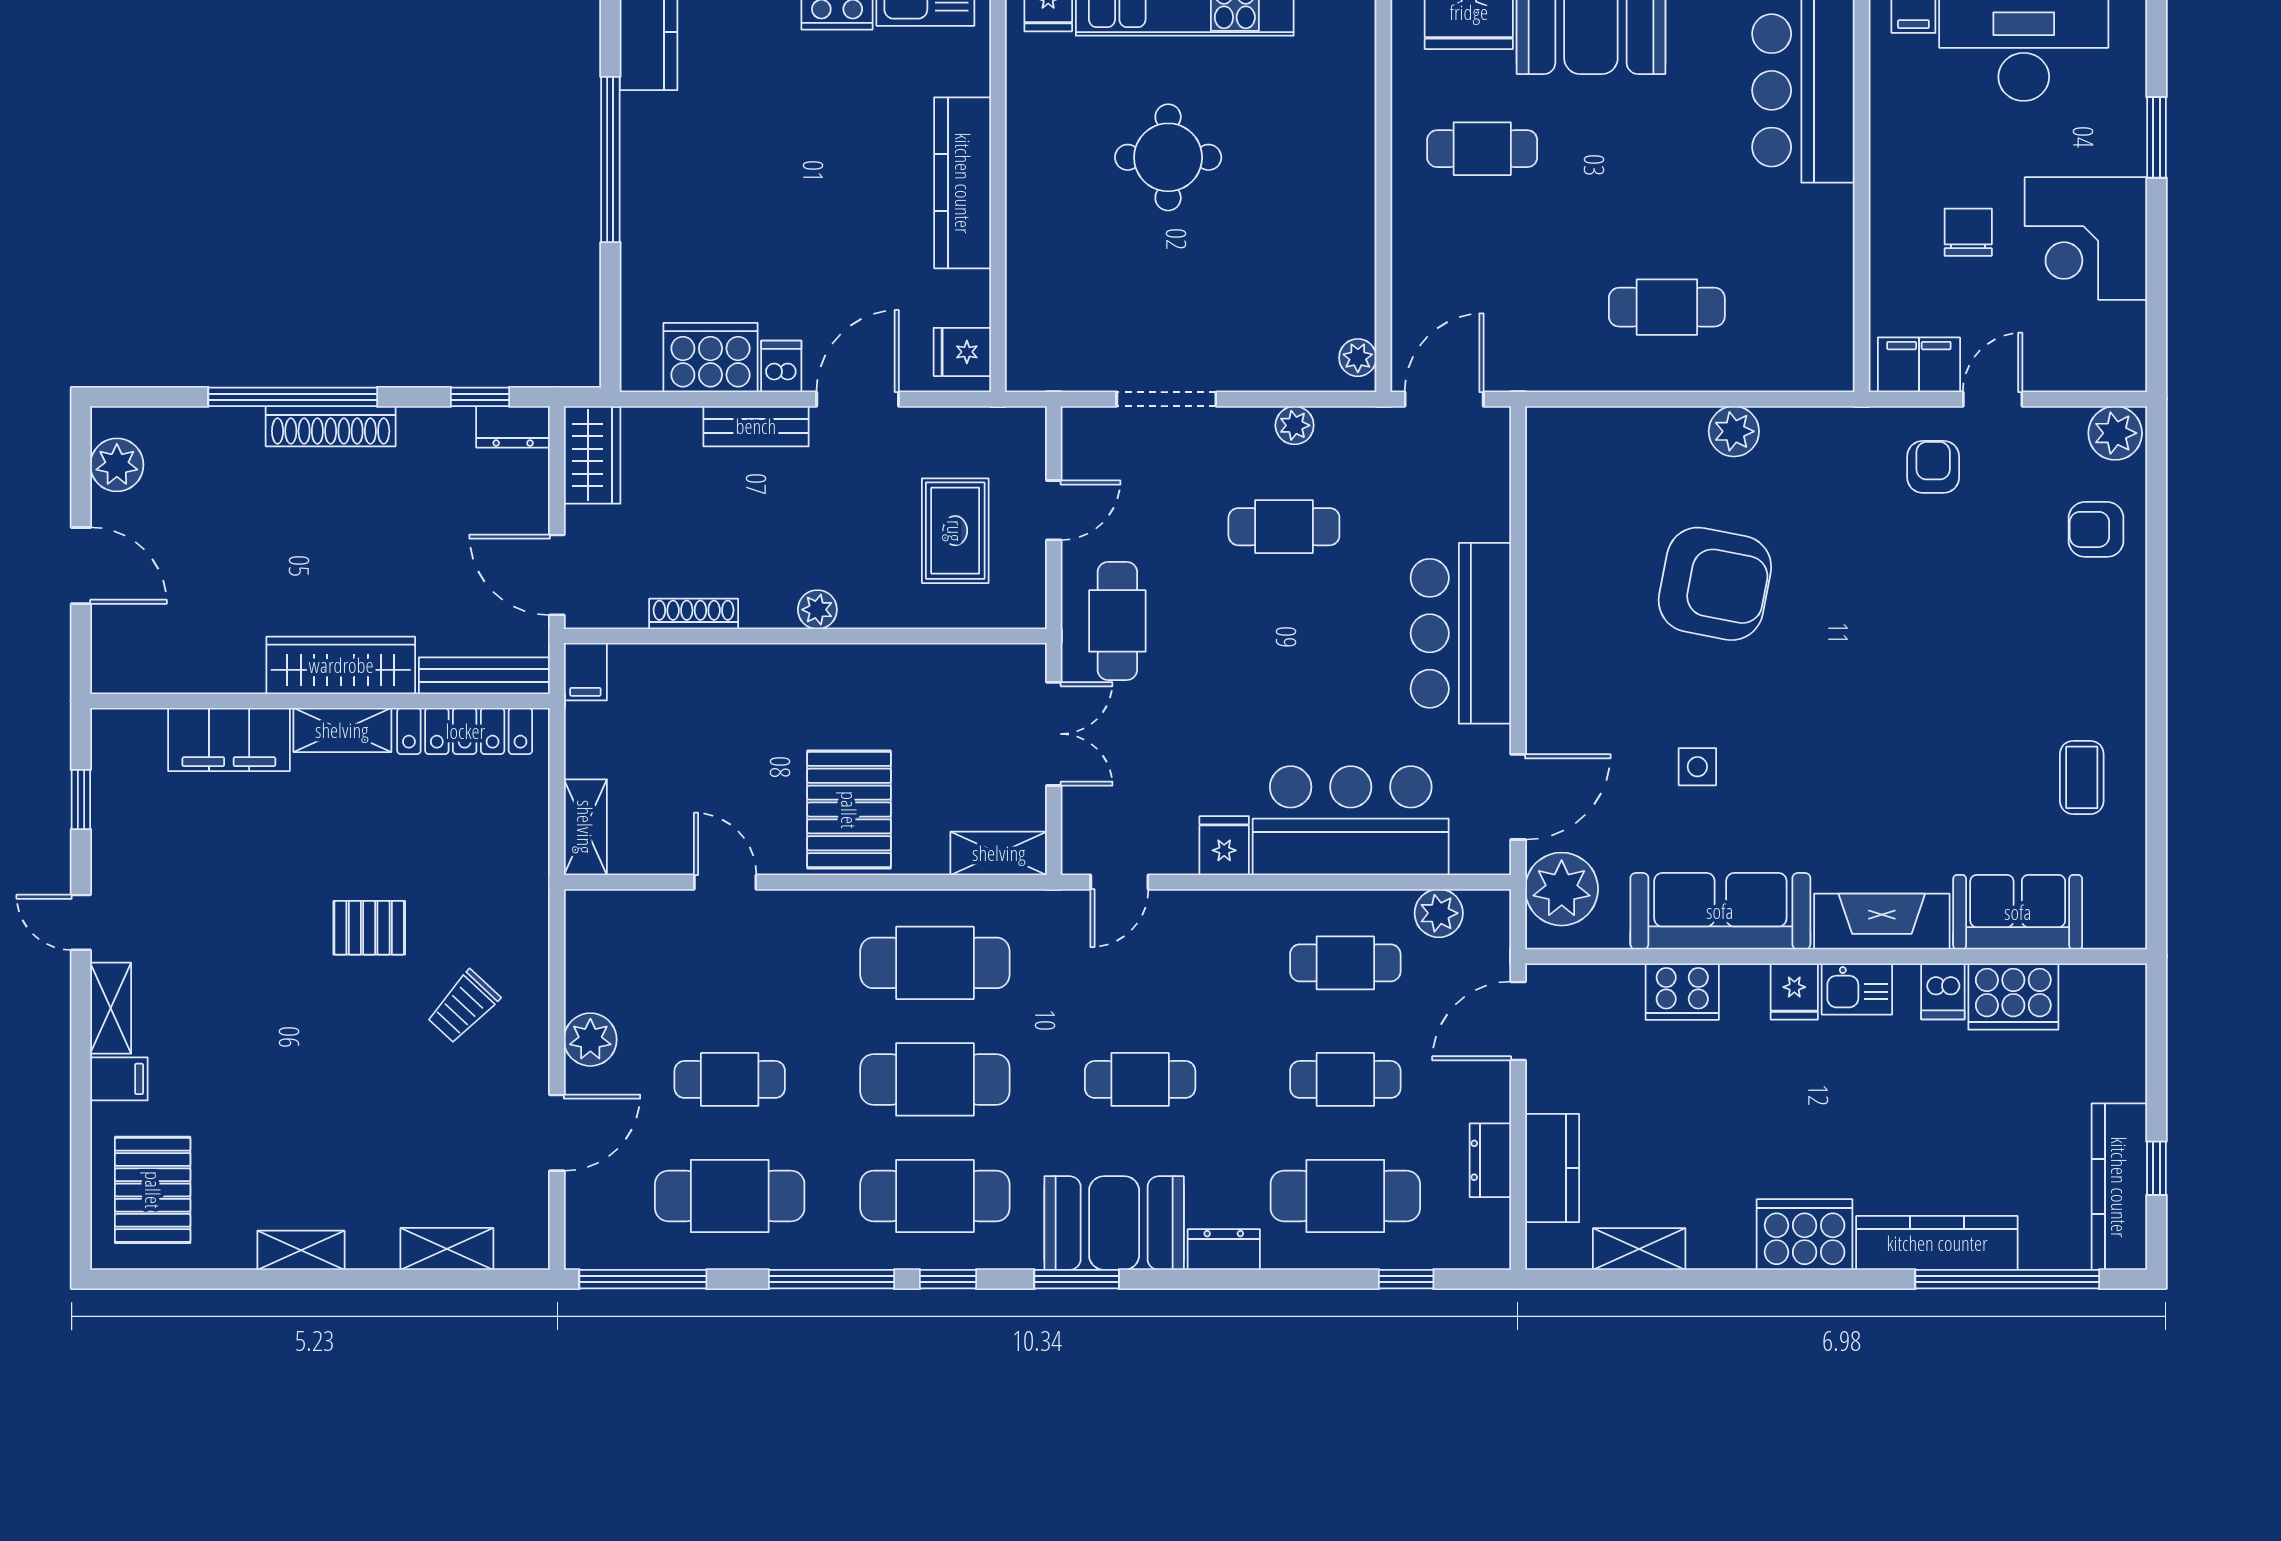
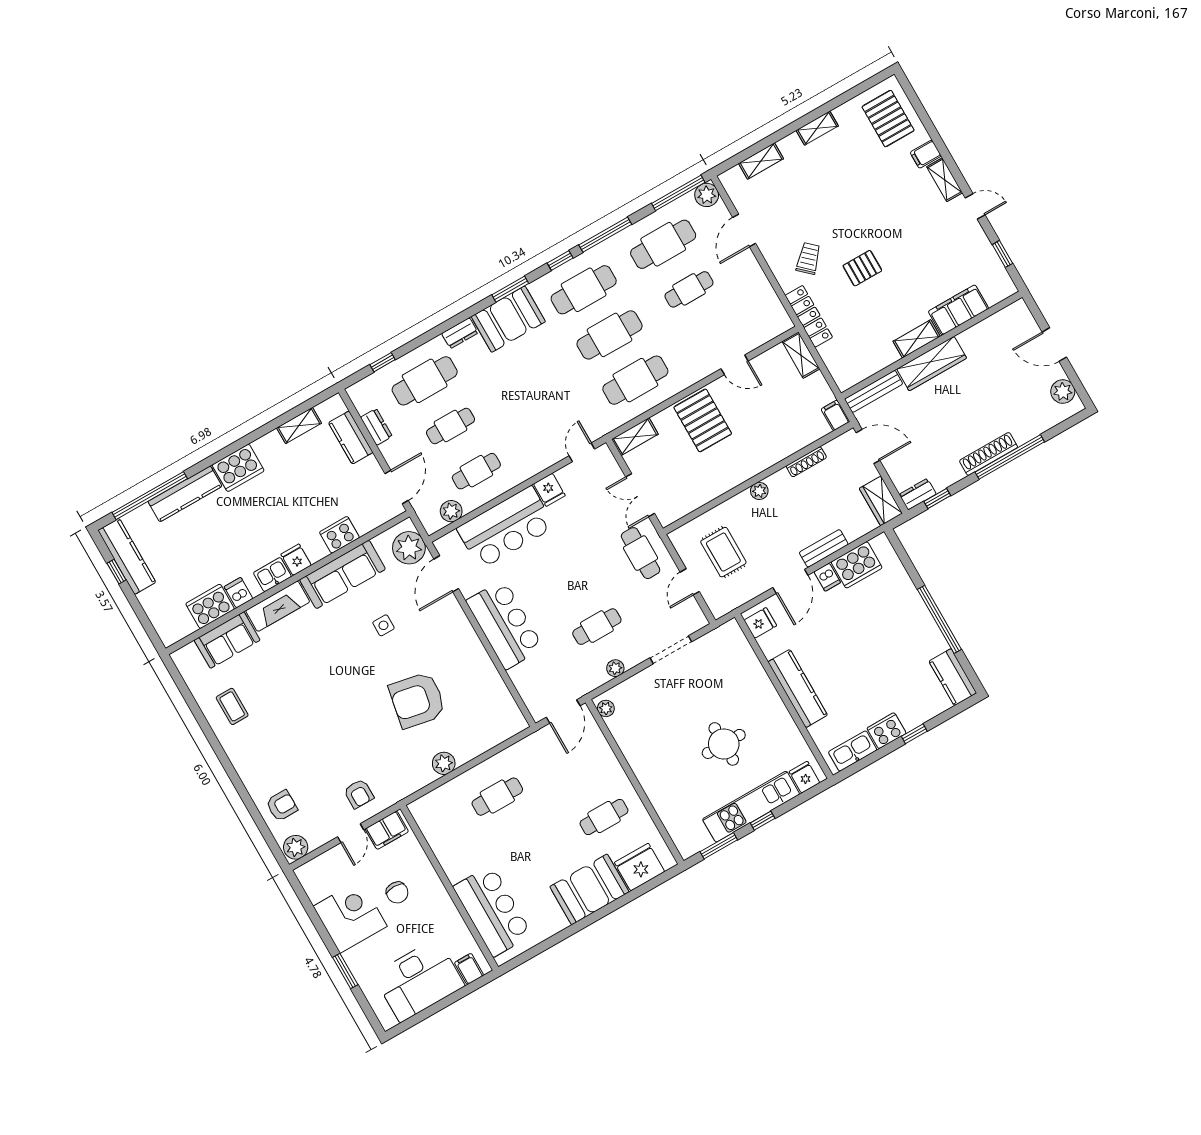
locker: (465, 731) -> (809, 316), moved, turned 90
plant: (590, 1040) -> (707, 195), moved
cafe table: (1140, 1079) -> (530, 380), removed

